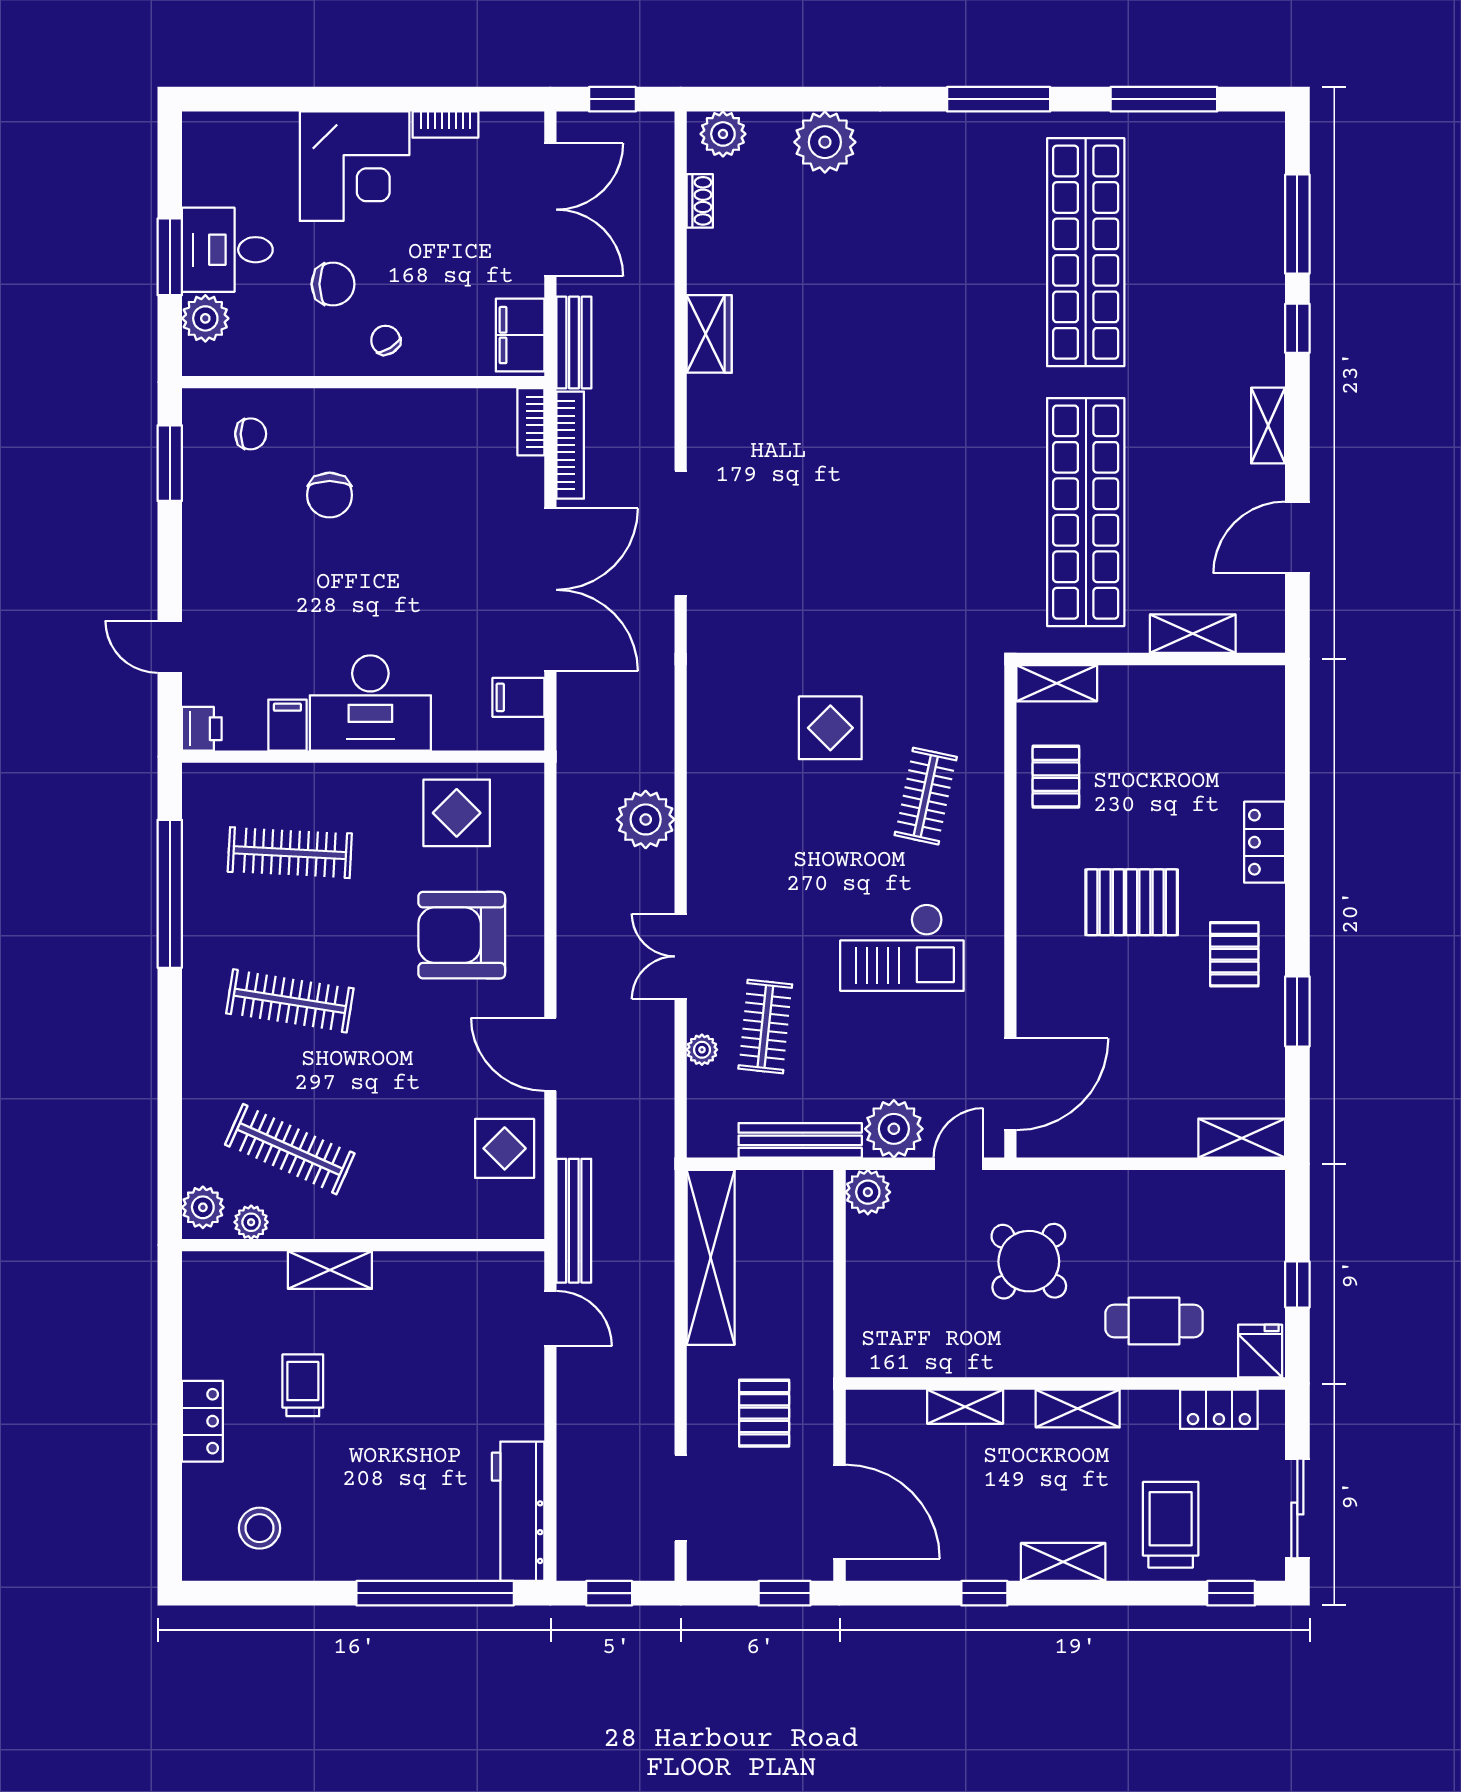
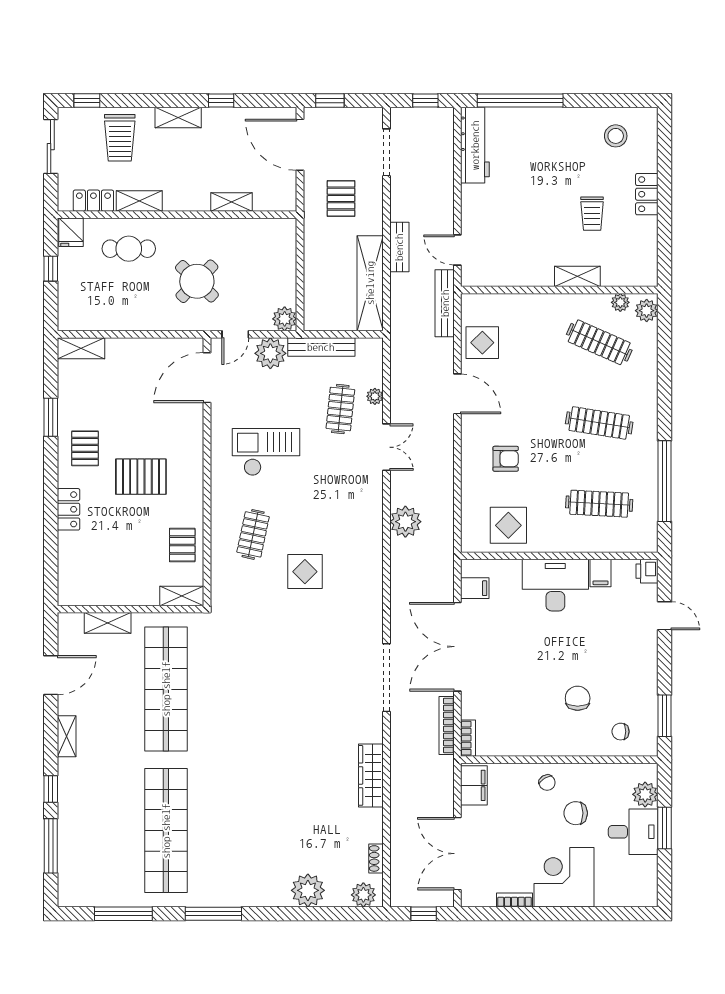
wardrobe: (709, 334) -> (371, 775), width x1.50
bench: (574, 342) -> (399, 247), moved
armchair: (462, 935) -> (506, 459), width x0.53, depth x0.53
shelving: (1078, 1409) -> (139, 201), moved

